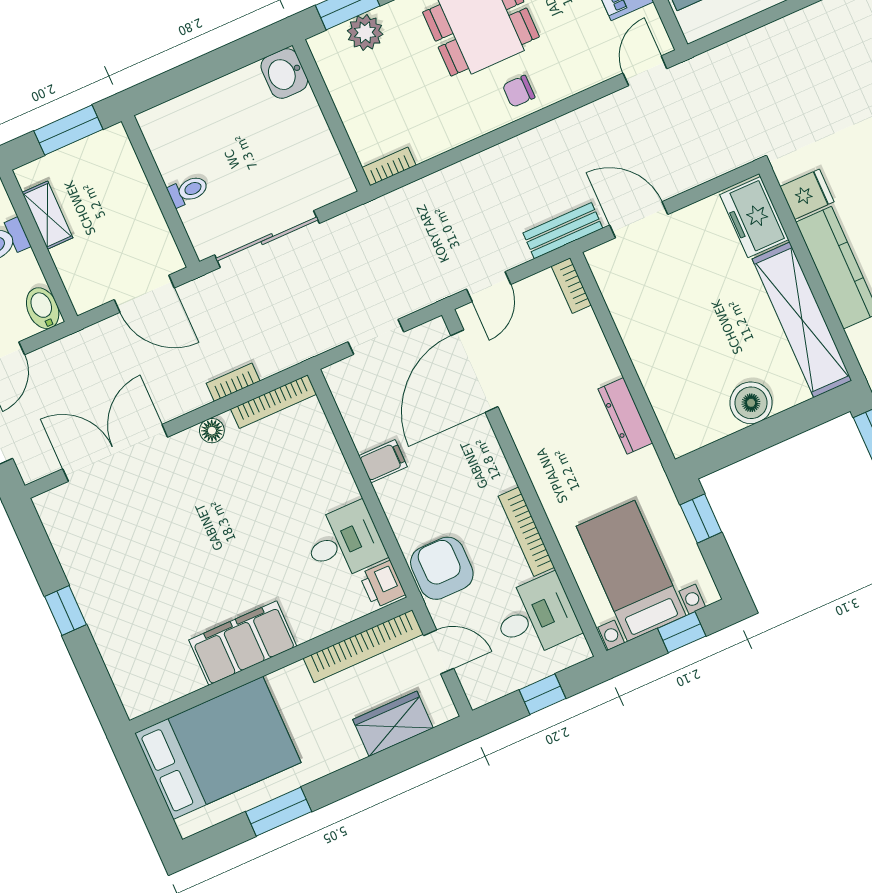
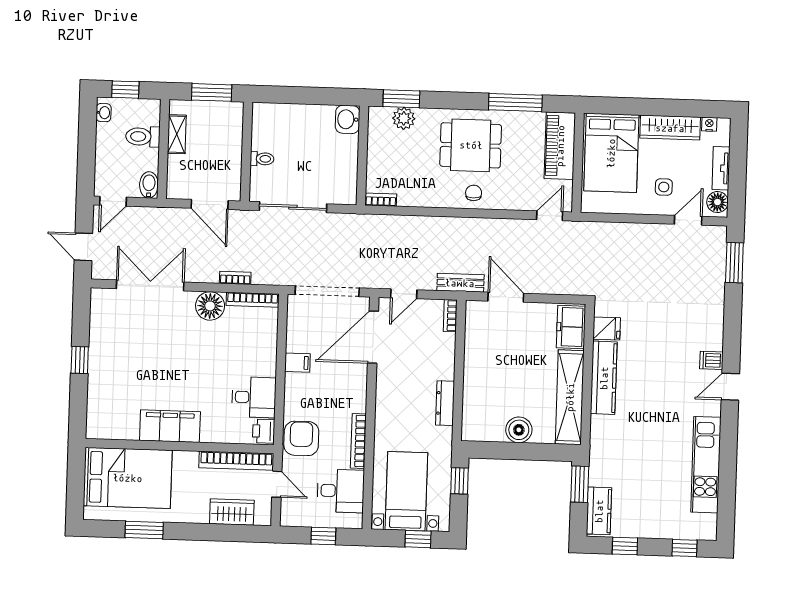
chair: (519, 91) -> (474, 193), turned 90
doorway: (376, 337) -> (327, 291), width x1.88
floor lamp: (212, 431) -> (210, 306), width x1.89, depth x1.89

